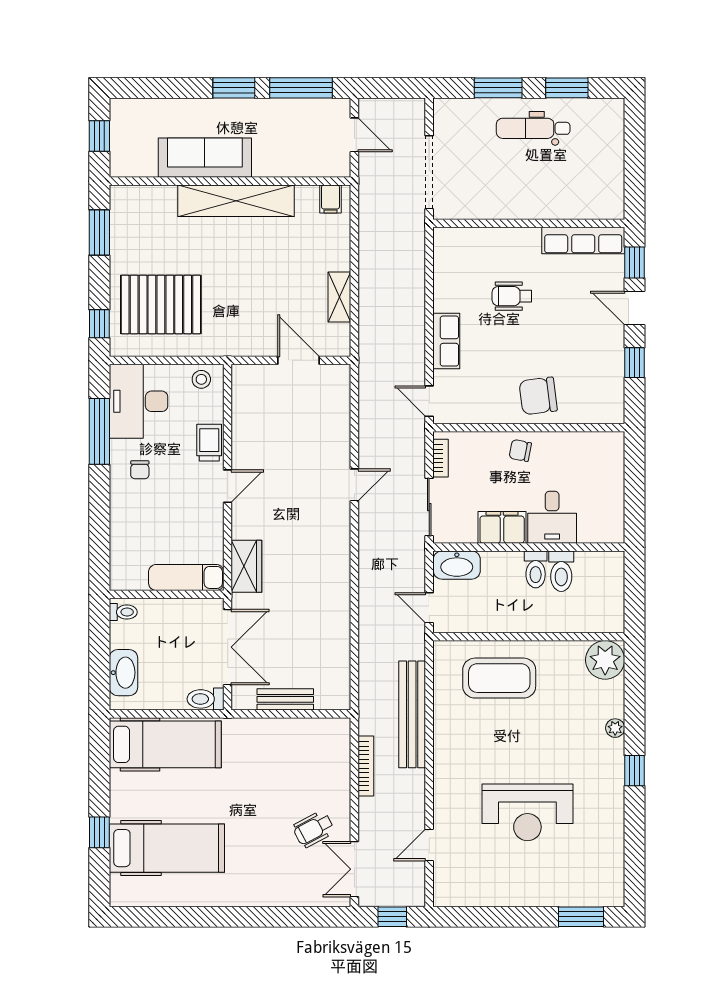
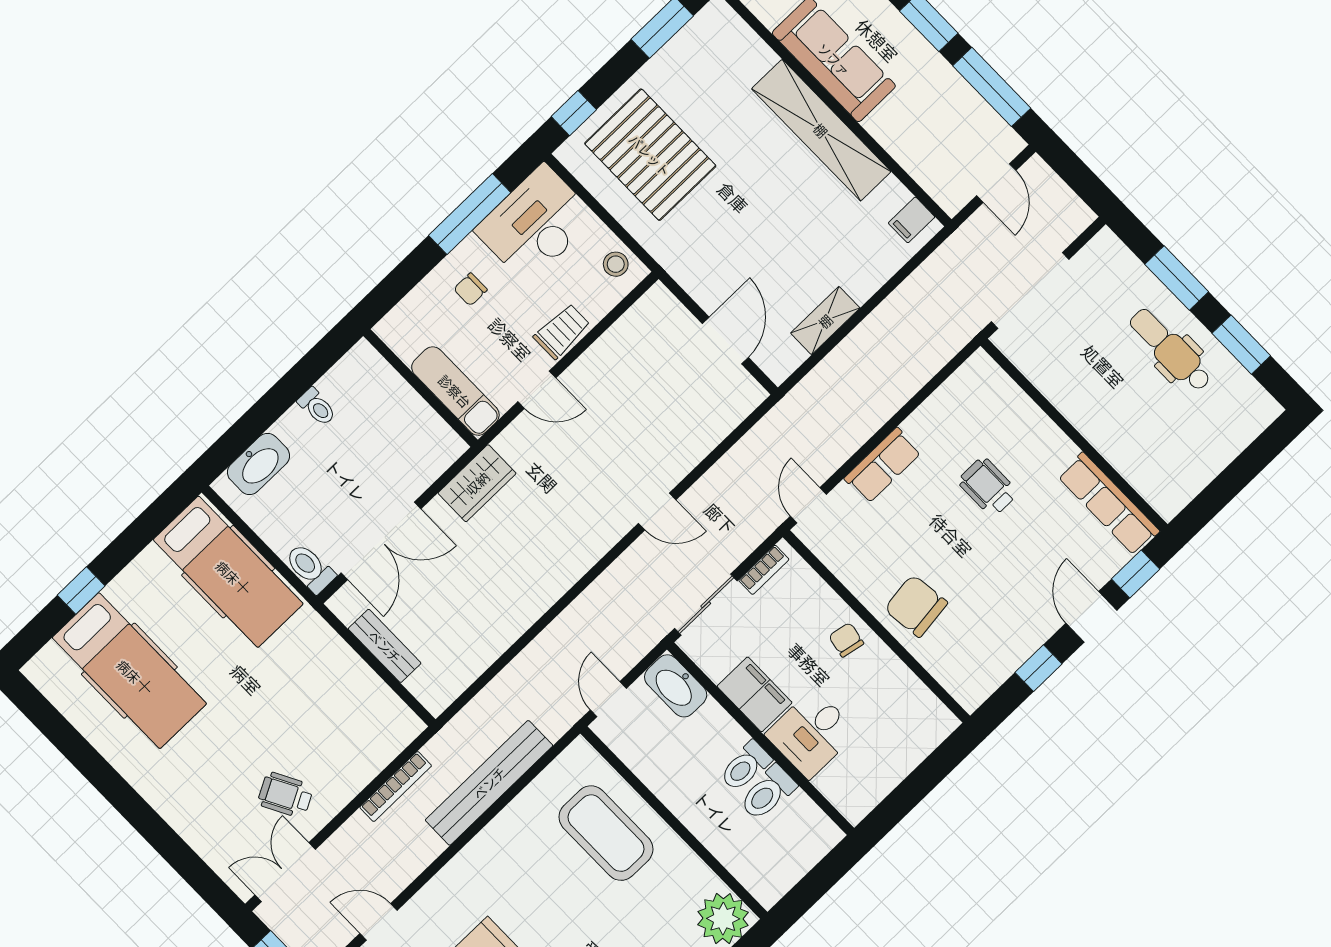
exam couch: (186, 577) -> (455, 391), moved
wall: (167, 594) -> (421, 388), moved

